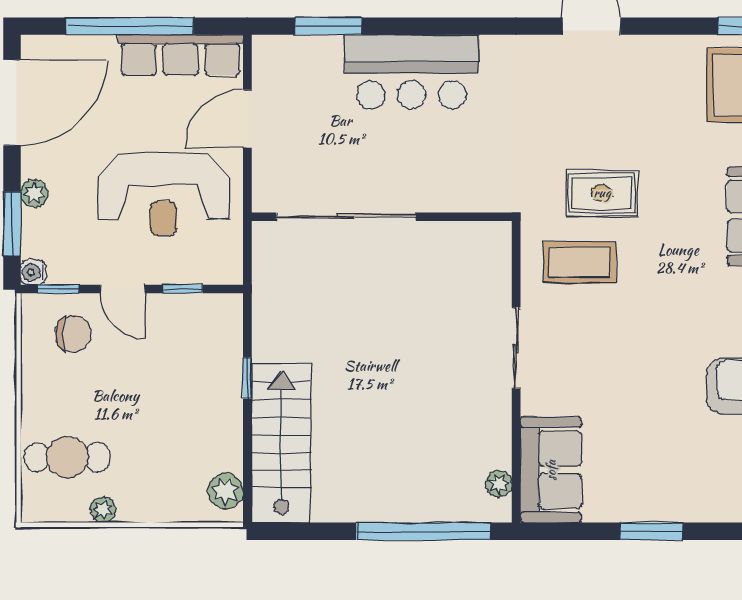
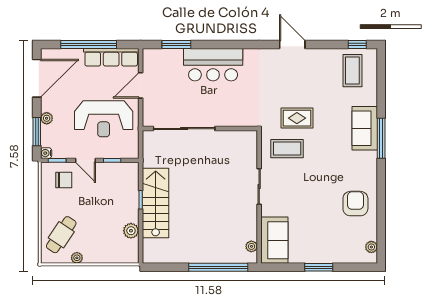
stairs: (281, 444) -> (156, 203), moved
cafe table: (67, 457) -> (61, 235), turned -56
plant: (226, 491) -> (131, 231), moved

